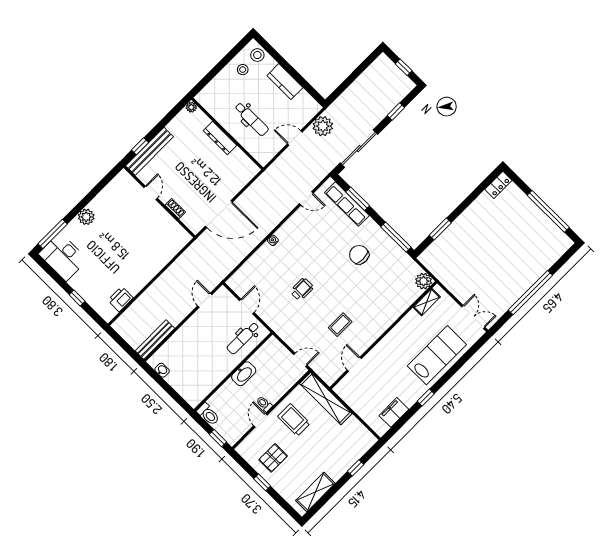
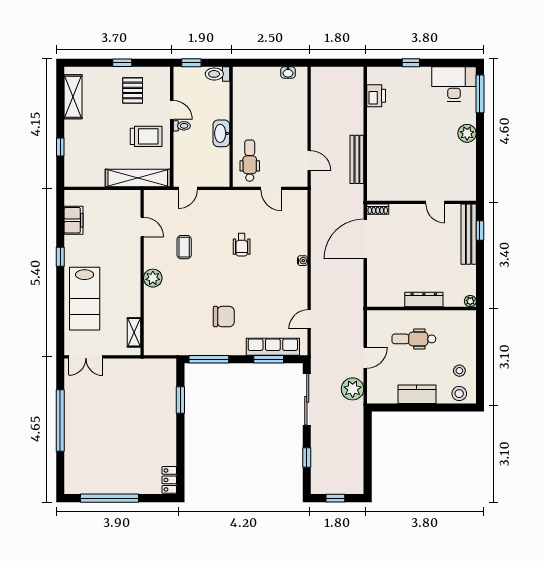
shoe rack: (175, 209) -> (378, 209), moved
plant: (424, 281) -> (153, 278), moved
bench: (155, 340) -> (357, 159), moved

